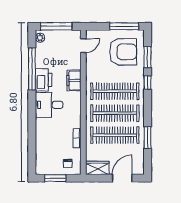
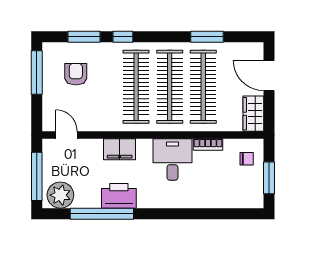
plant: (40, 38) -> (60, 195), width x1.88, depth x1.88
armchair: (123, 52) -> (76, 74), width x0.53, depth x0.53
desk: (49, 105) -> (172, 159), moved, turned 180

